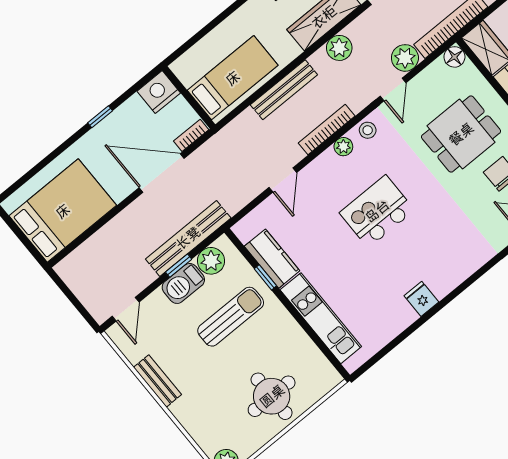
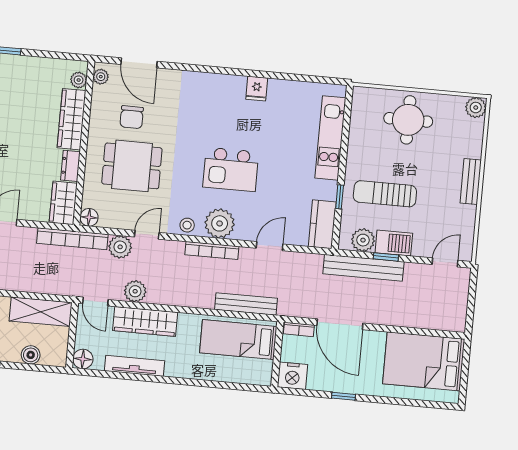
plant: (339, 48) -> (135, 291), moved
bench: (284, 90) -> (246, 304), moved
plant: (343, 147) -> (220, 223), width x1.87, depth x1.87
kitchen counter: (272, 259) -> (322, 224), moved
bench: (157, 381) -> (471, 181), moved

